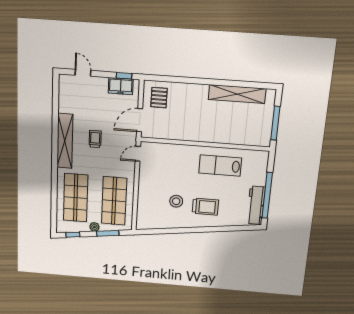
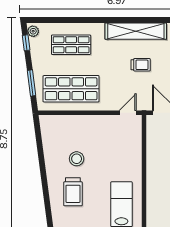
door: (138, 154) -> (128, 113), hinge flipped
shop shelf: (76, 198) -> (71, 45), width x0.70, depth x0.74
plant: (94, 227) -> (33, 31), moved

